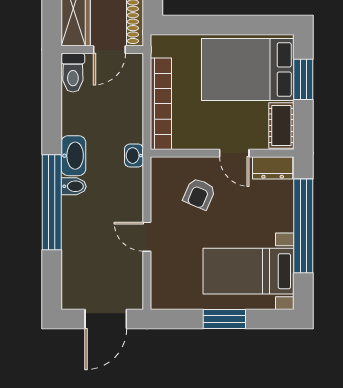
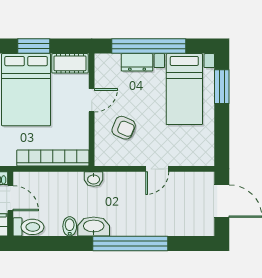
dresser: (273, 168) -> (137, 62), moved, turned 90
bidet: (74, 186) -> (70, 226), moved
window: (224, 319) -> (222, 87), moved

